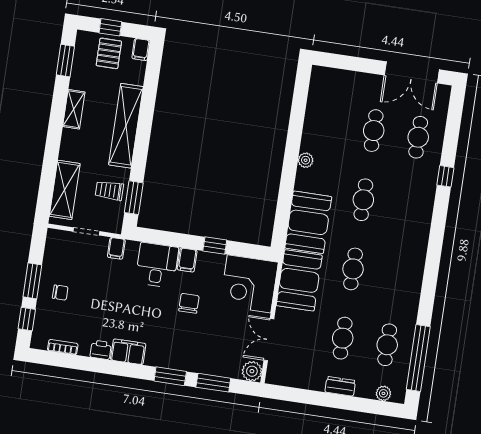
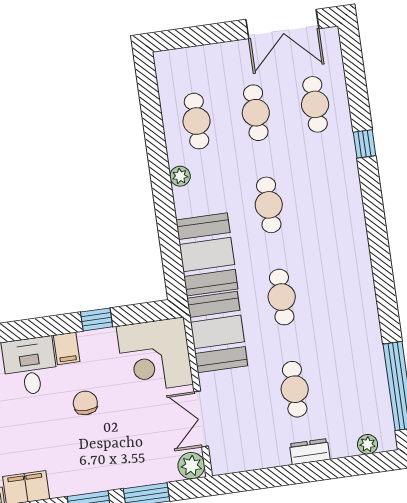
cafe table: (387, 345) -> (197, 121), moved

